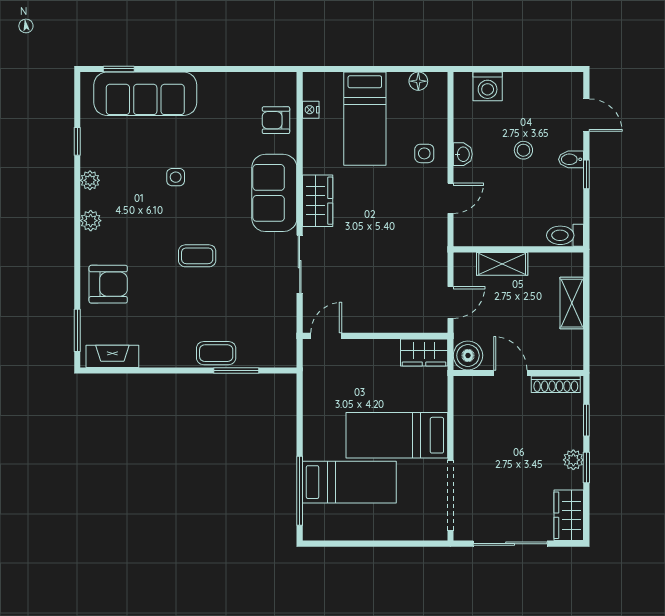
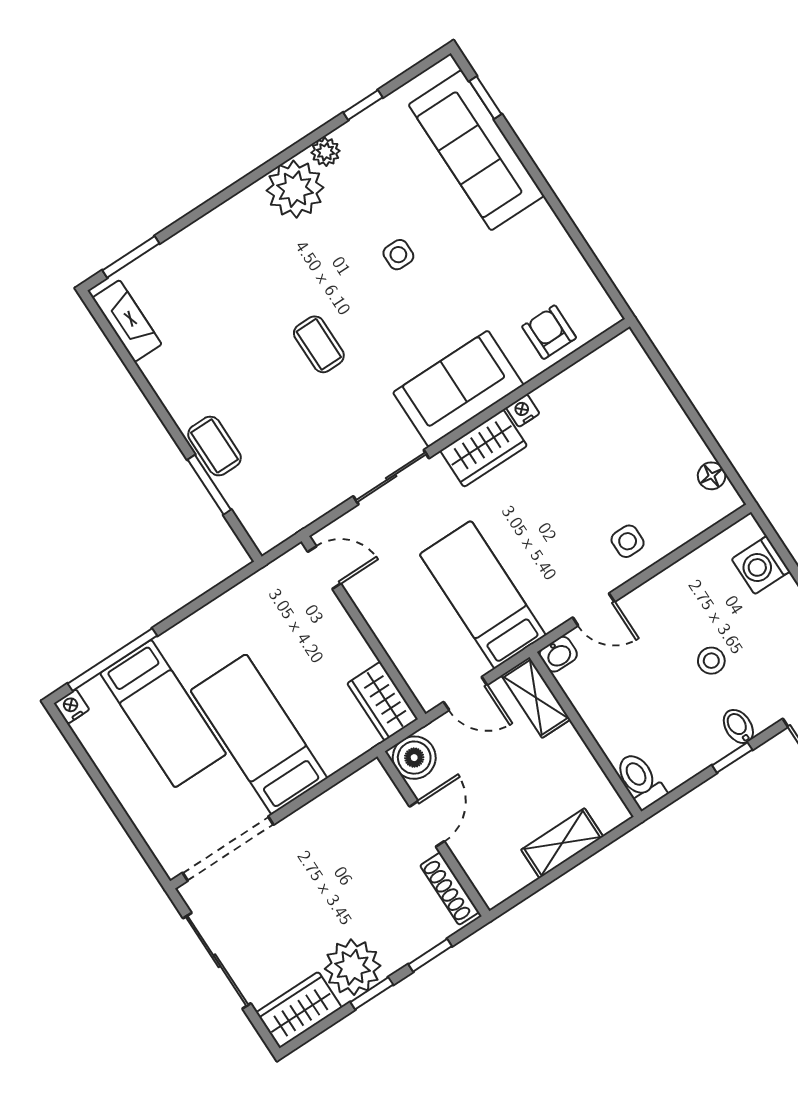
nightstand: (311, 110) -> (523, 411), moved
bed: (365, 119) -> (483, 595), moved, turned 90
washbasin: (463, 154) -> (558, 654), moved
plant: (91, 221) -> (295, 189), width x1.87, depth x1.87
shelving: (502, 264) -> (536, 697), moved
armchair: (108, 284) -> (212, 258), removed
plant: (573, 460) -> (353, 967), width x1.87, depth x1.87
nightstand: (311, 532) -> (72, 707), added

